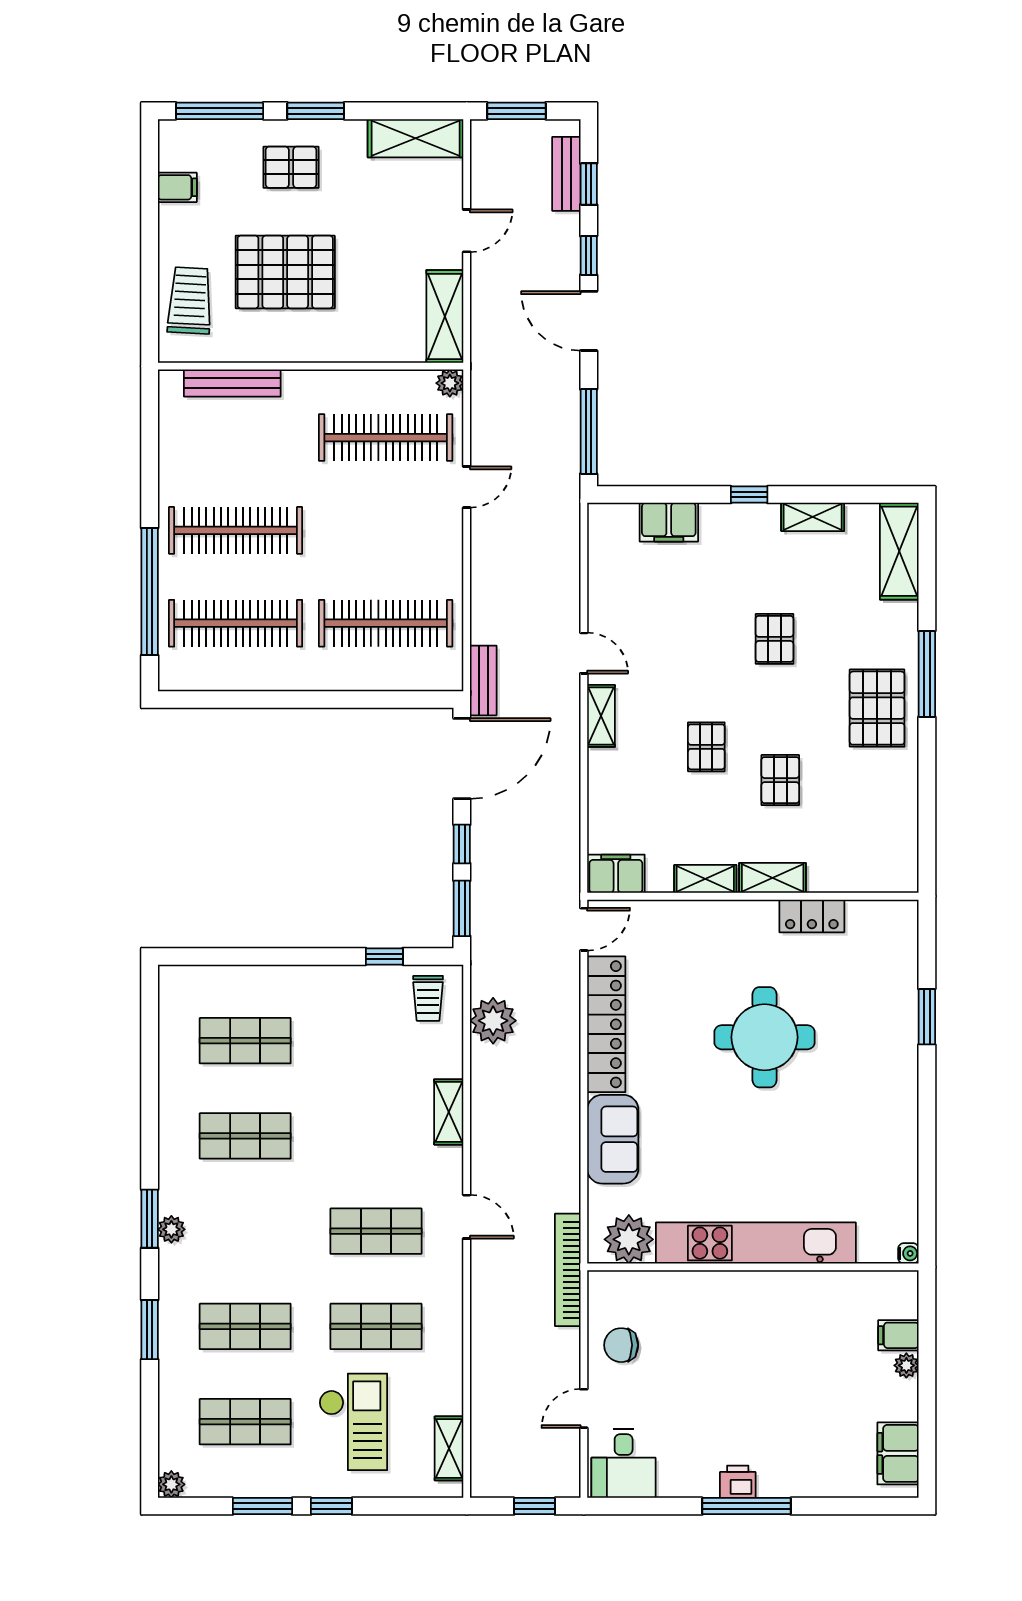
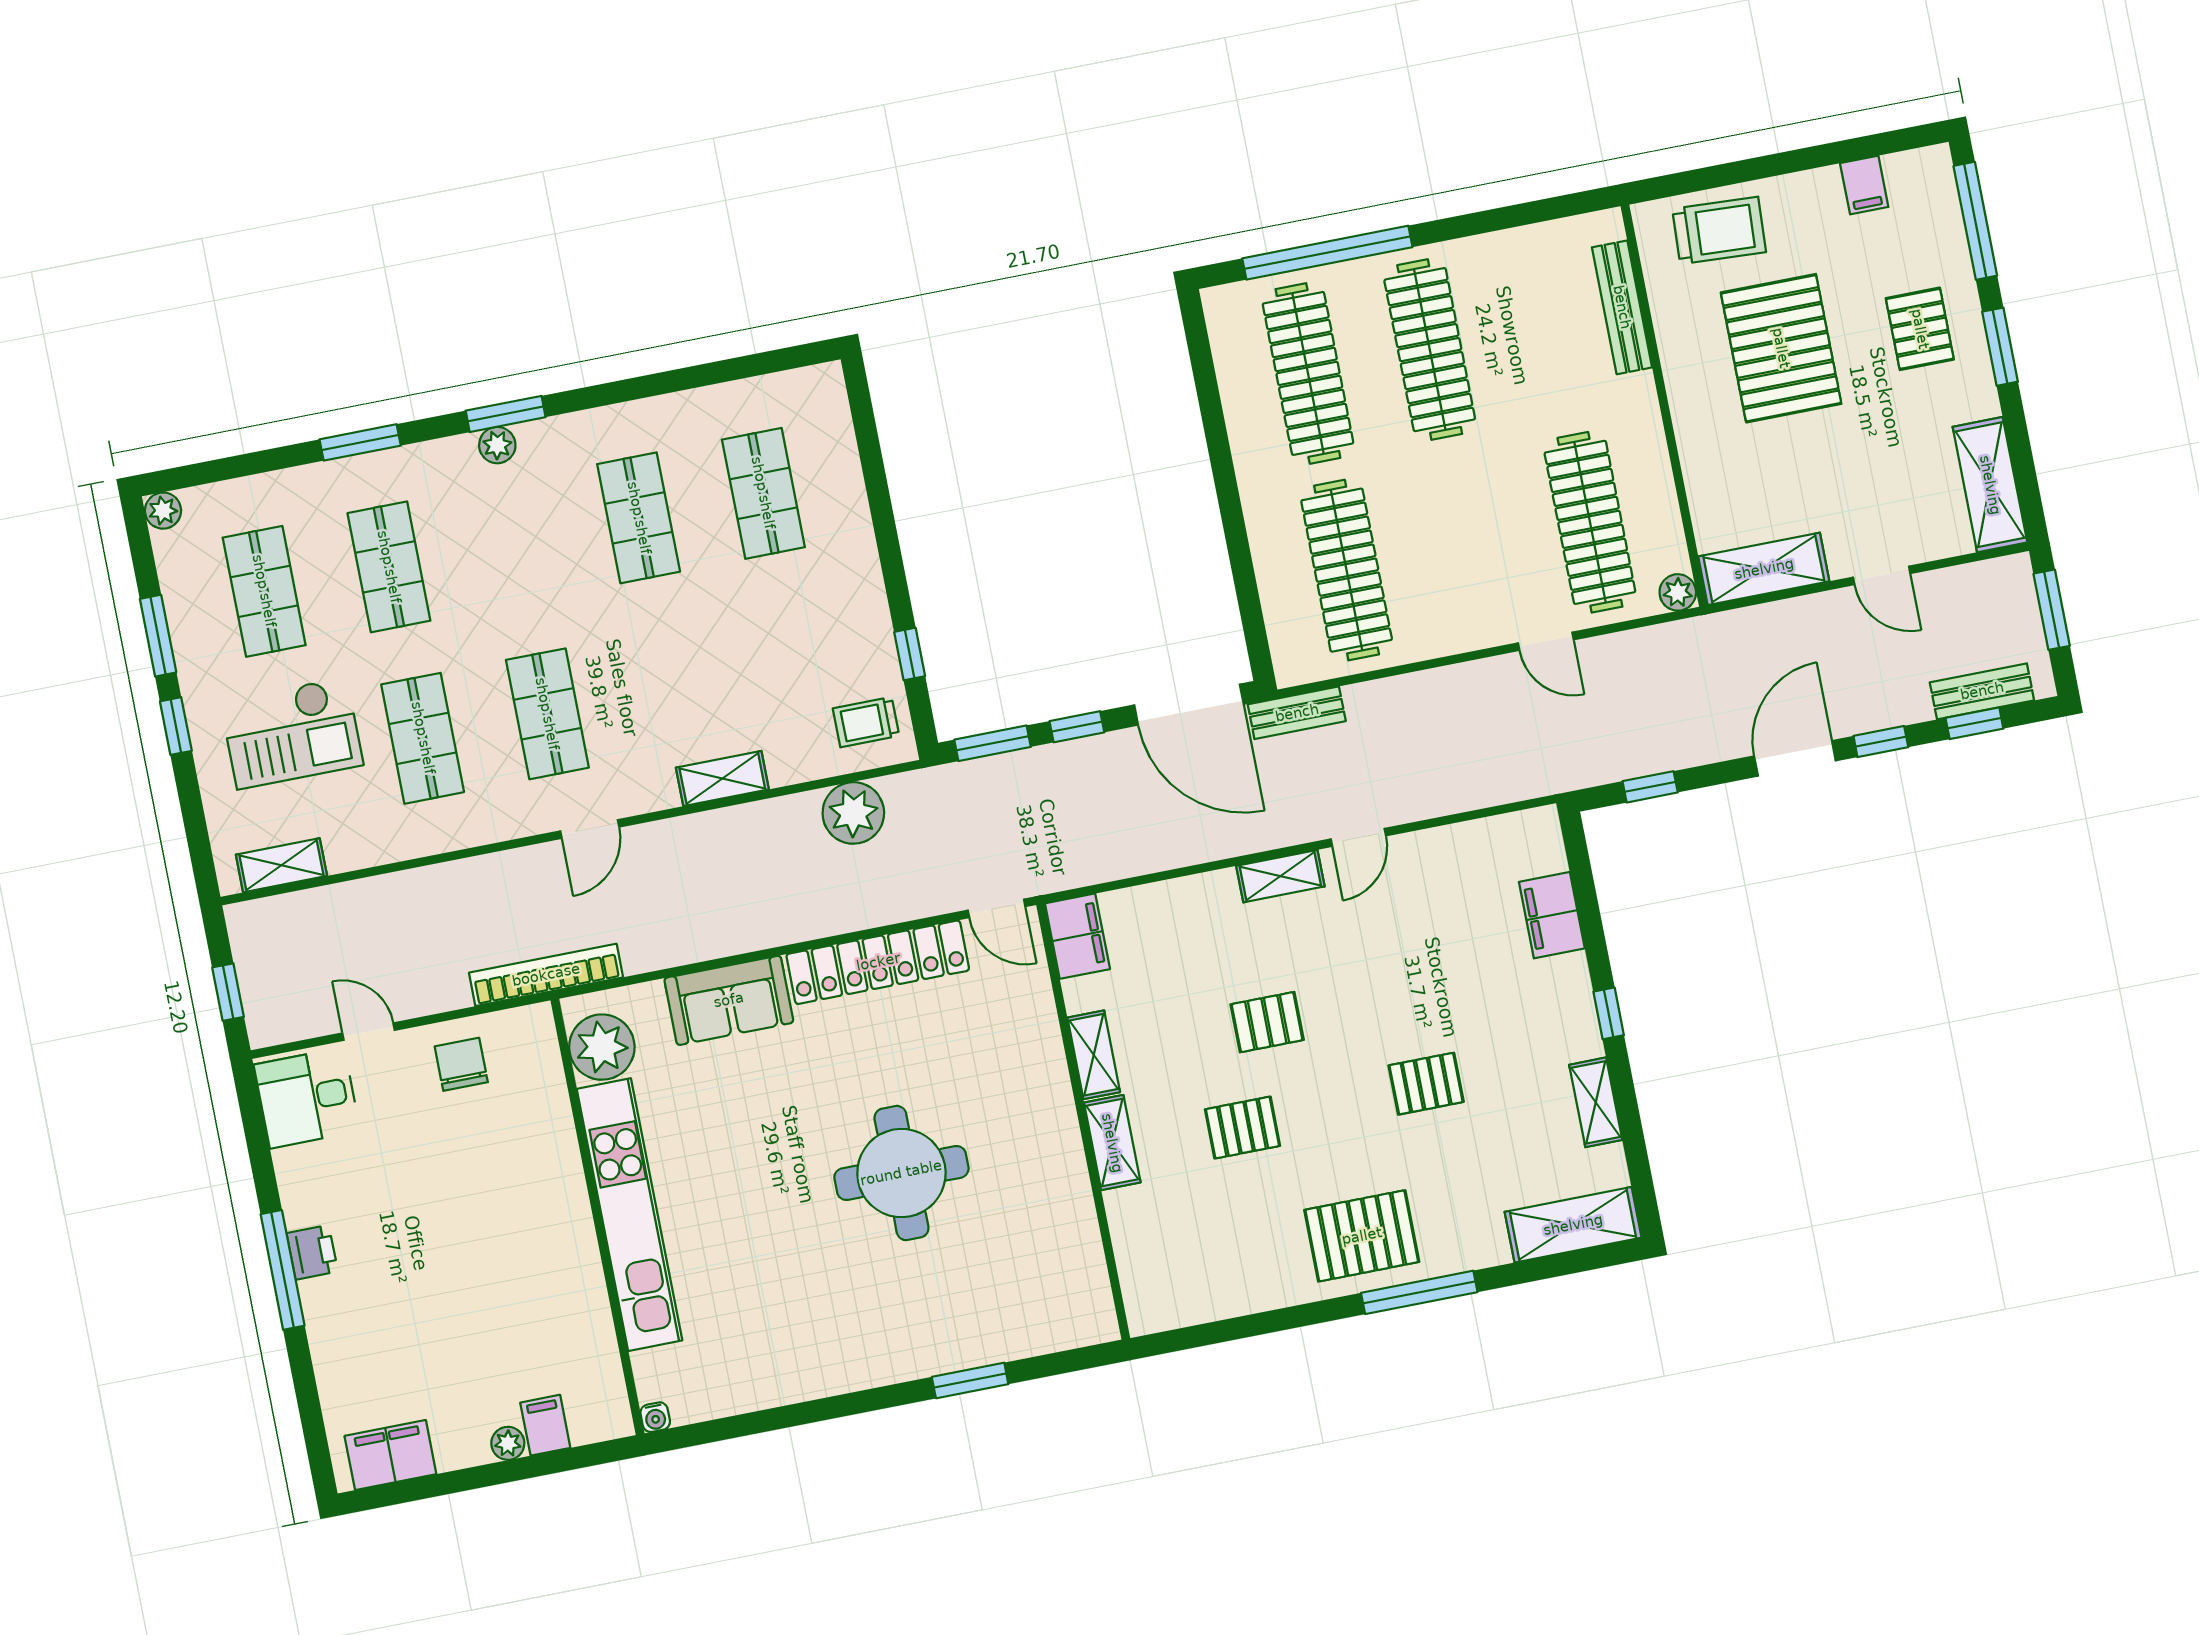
window: (589, 431) -> (1650, 787), width x0.46
locker: (812, 916) -> (1073, 1204), removed

